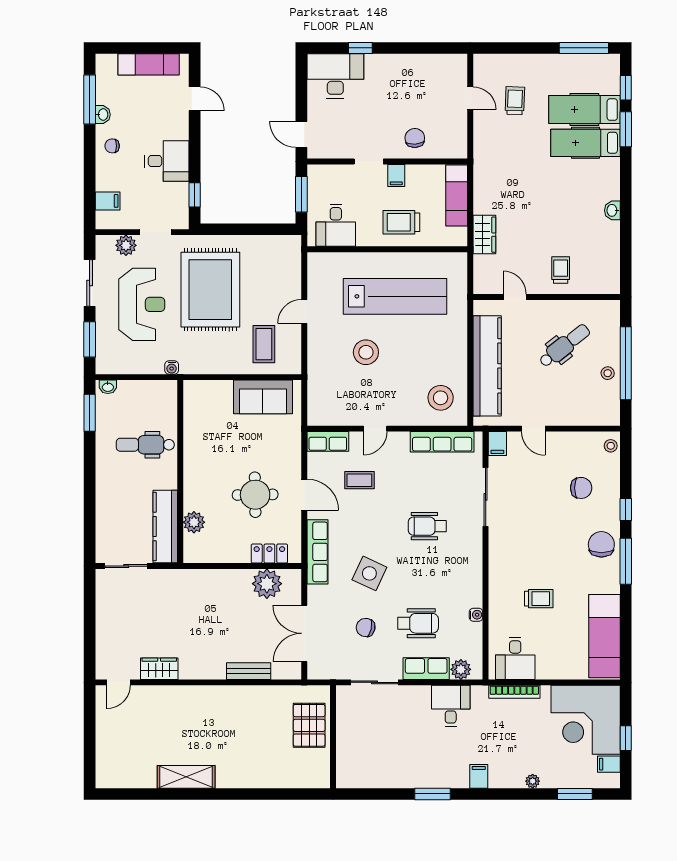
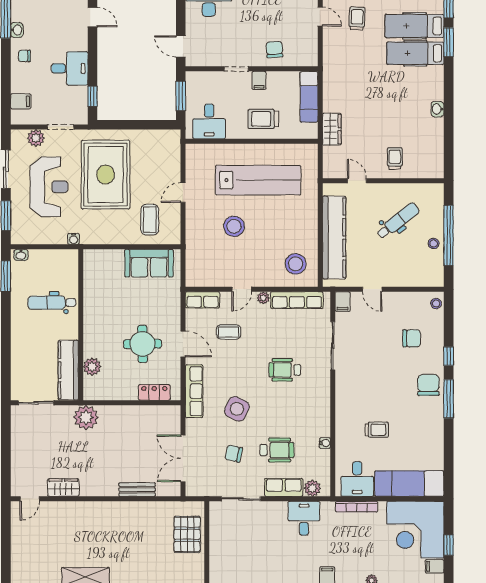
plant: (401, 439) -> (263, 298), added
plant: (267, 584) -> (86, 417), moved
exam couch: (604, 636) -> (409, 484), moved, turned 90

